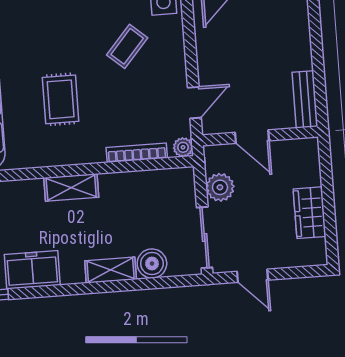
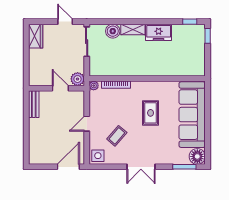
door: (194, 103) -> (87, 124), moved
shelving: (71, 187) -> (149, 70), removed
plant: (220, 187) -> (78, 79), moved
wardrobe: (310, 213) -> (36, 36), moved
freezer: (32, 270) -> (159, 32), moved

